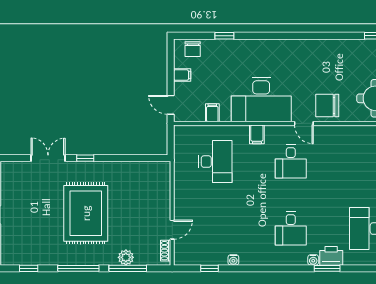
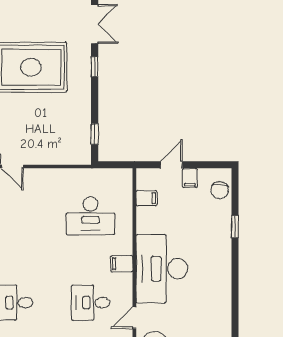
chair: (193, 49) -> (220, 190), turned -83
door: (171, 105) -> (171, 165), moved
filing cabinet: (212, 113) -> (147, 198), moved
window: (144, 158) -> (95, 134), added

